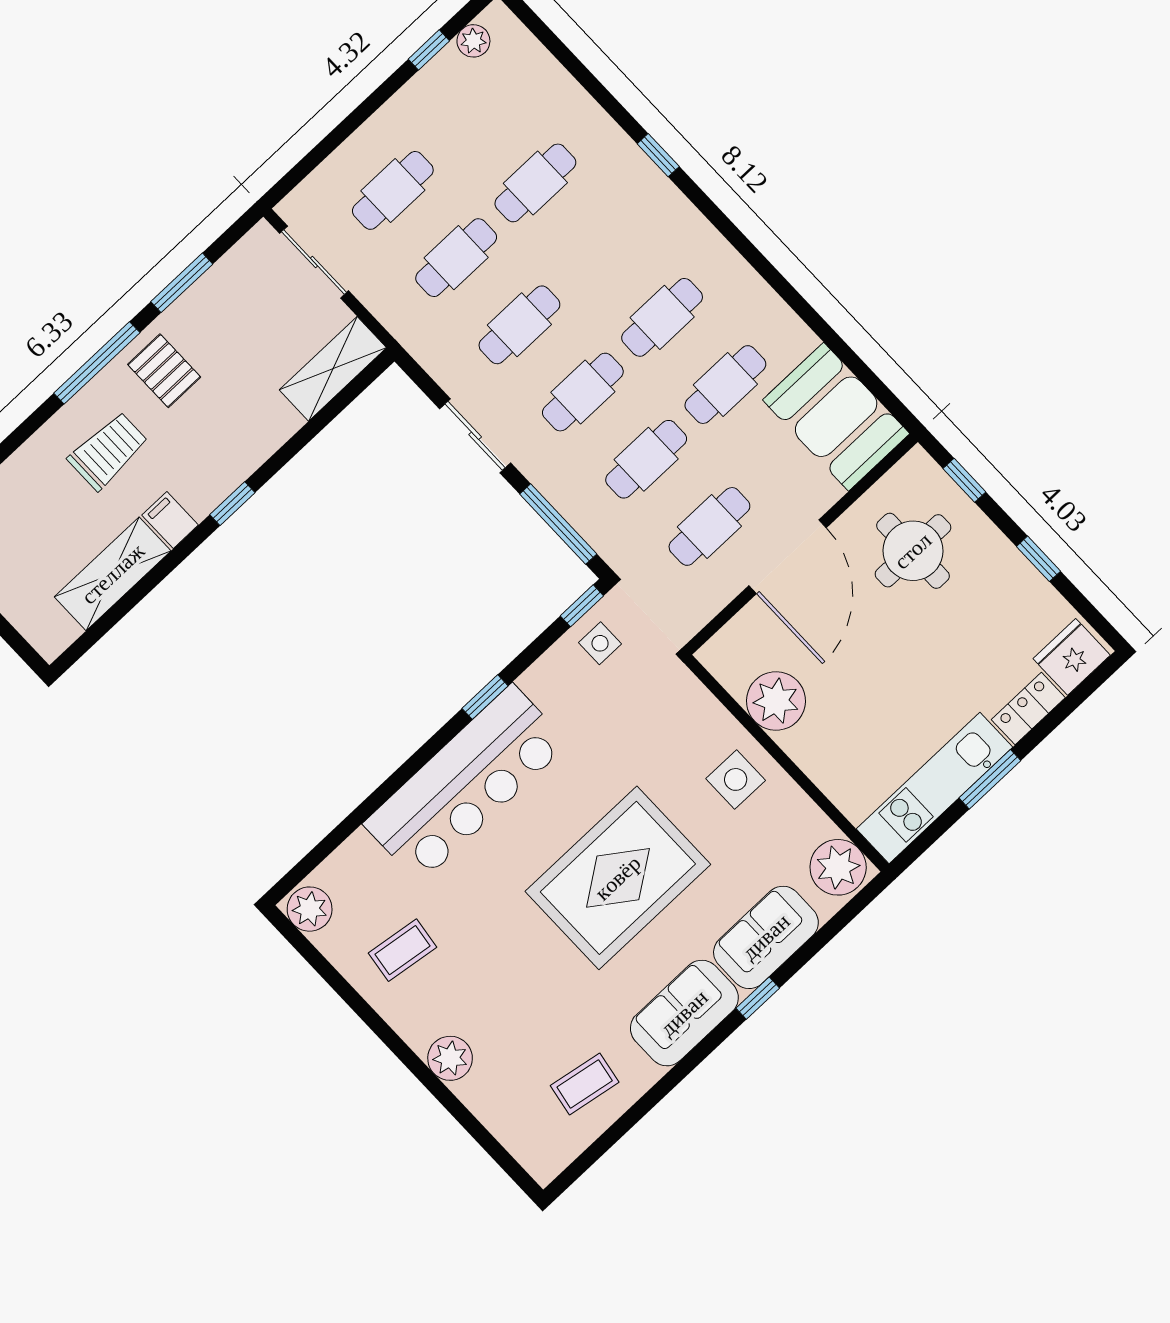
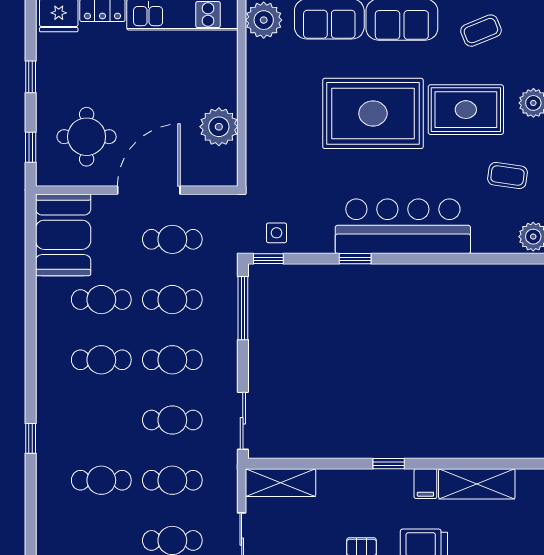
sliding door: (475, 436) -> (243, 421), moved
side table: (736, 779) -> (273, 108), removed
rug: (518, 980) -> (466, 110), added
coffee table: (585, 1084) -> (481, 31), turned -32

